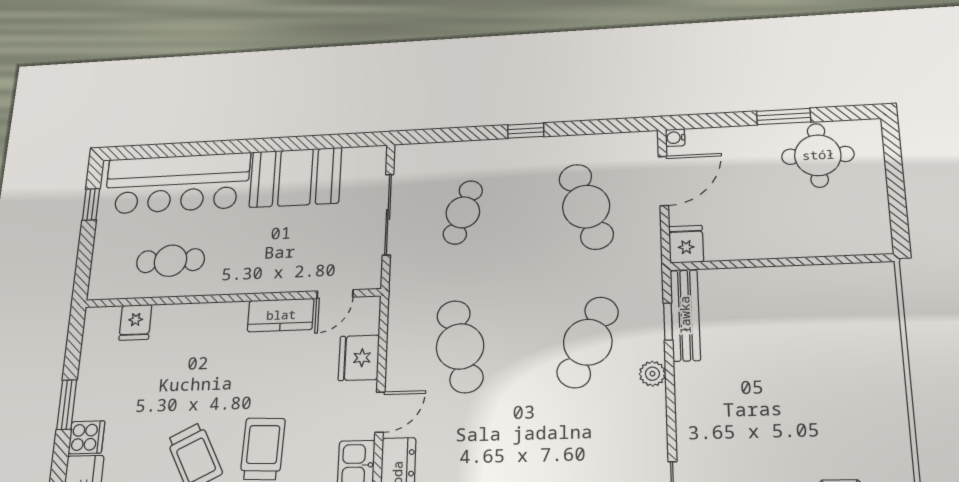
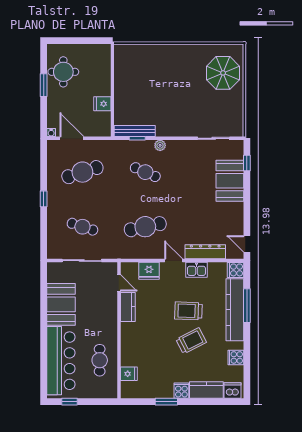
fridge: (686, 244) -> (102, 104), moved
cafe table: (588, 342) -> (145, 172), width x0.73, depth x0.74

